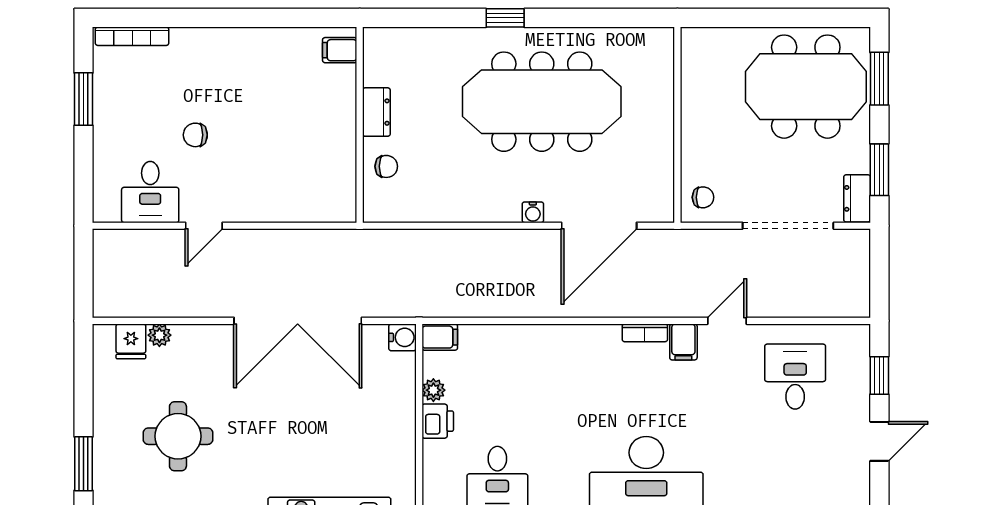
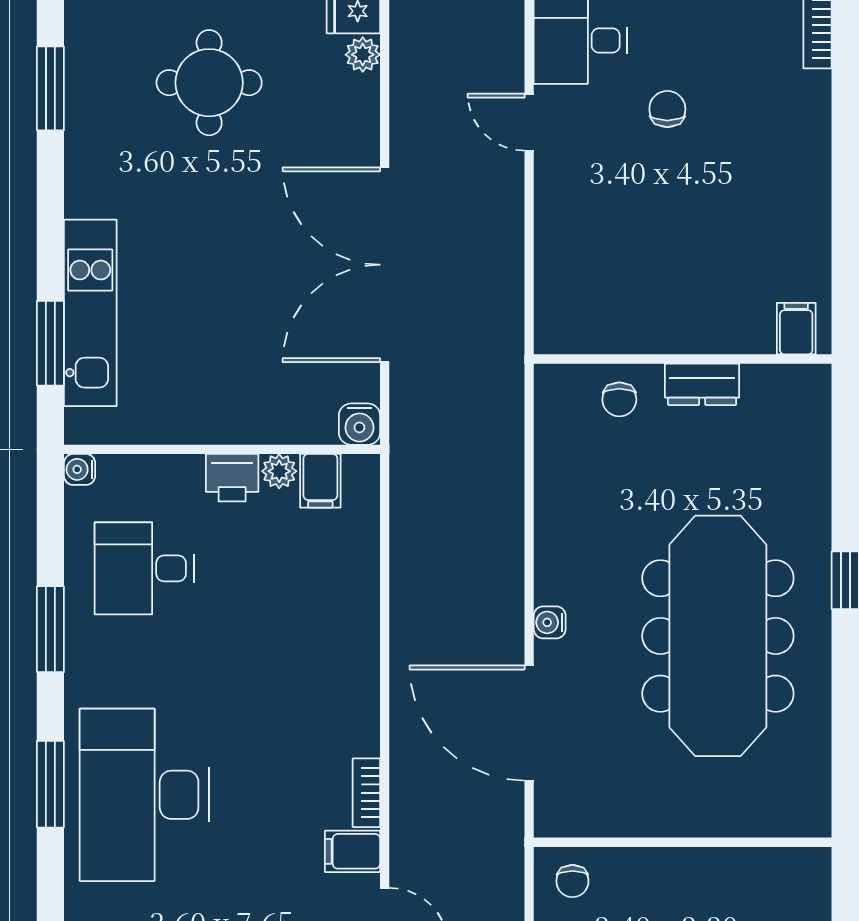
filing cabinet: (440, 337) -> (320, 481), moved

